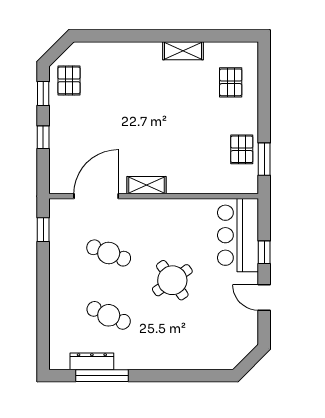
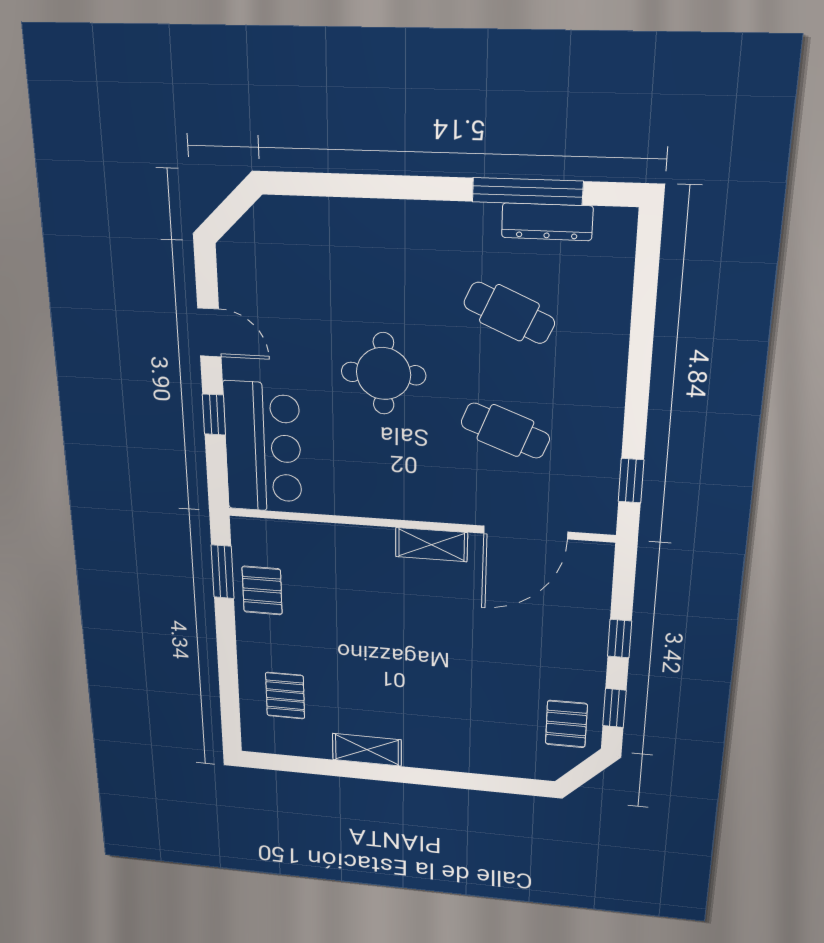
round table: (172, 280) -> (384, 374), turned 35

